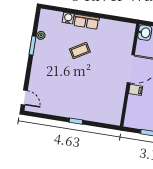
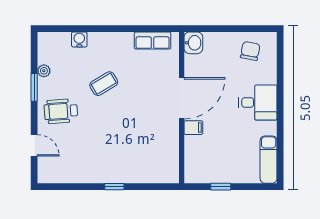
row of seats: (86, 22) -> (153, 41), moved
wheelchair: (48, 64) -> (61, 111), added
door: (24, 98) -> (34, 145), moved

